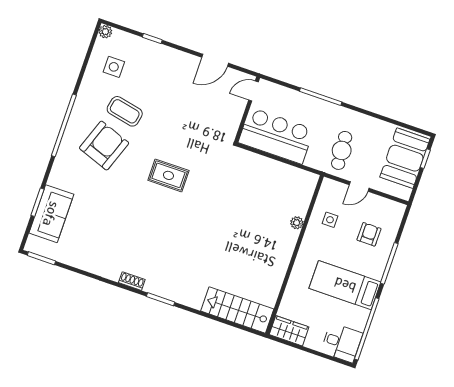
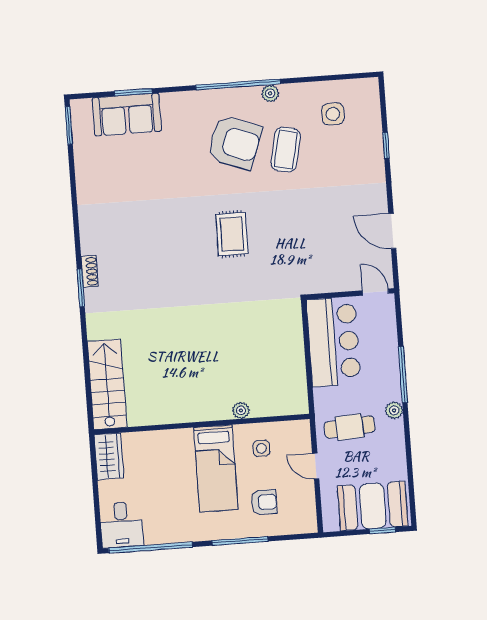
plant: (105, 32) -> (270, 93), moved
plant: (343, 114) -> (394, 410), added
shoe rack: (132, 281) -> (90, 271), moved
bed: (345, 285) -> (216, 468), moved, turned 180

